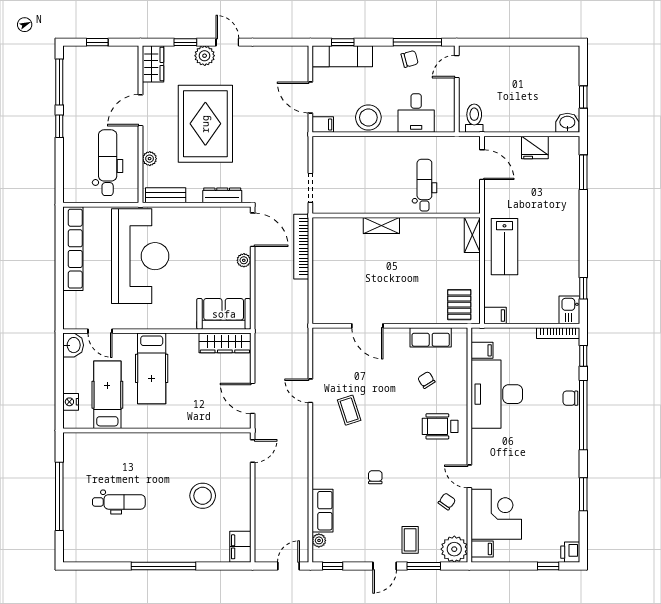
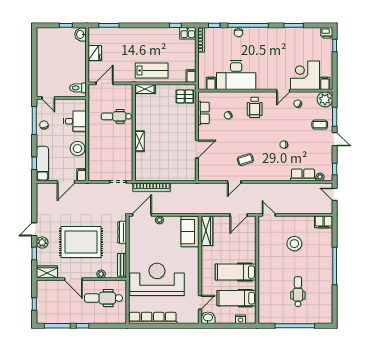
hospital bed: (152, 368) -> (236, 272), moved, turned 180

